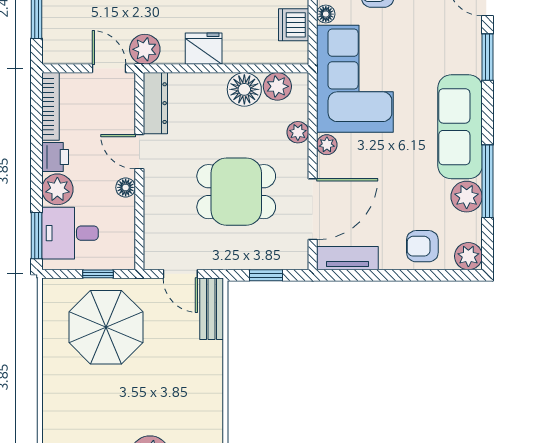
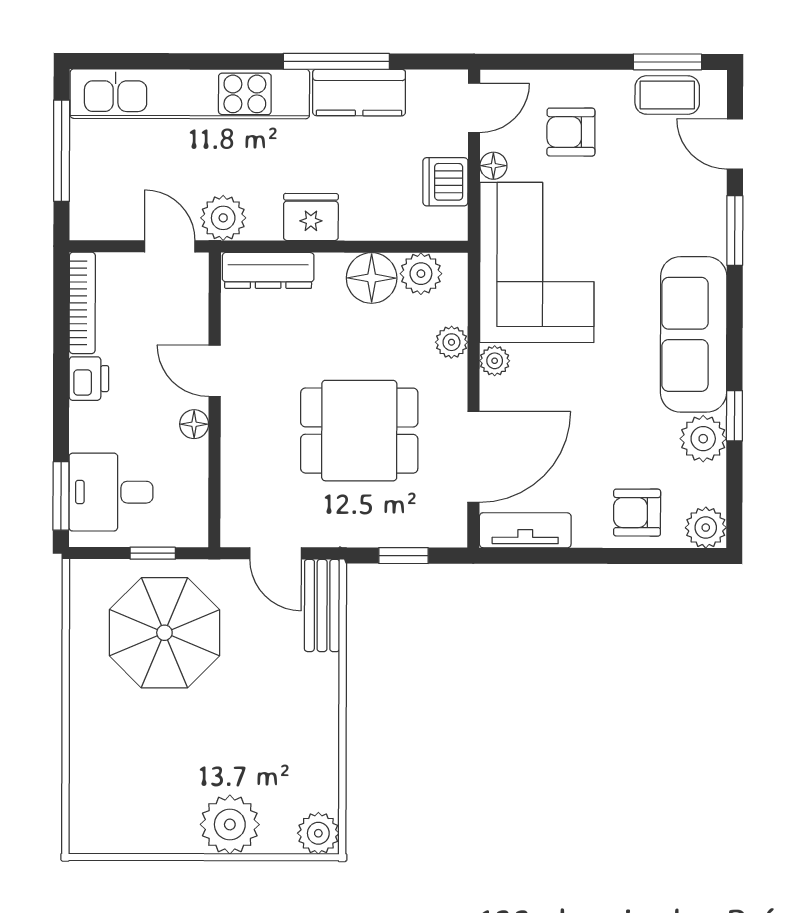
dresser: (155, 103) -> (268, 270), moved, turned 90
window: (488, 181) -> (734, 416), width x0.46
plant: (57, 189) -> (92, 427), removed

